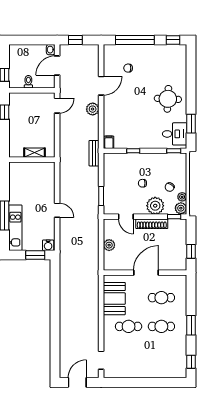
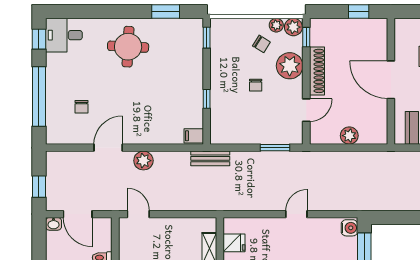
door: (101, 86) -> (108, 148), hinge flipped
desk: (175, 134) -> (64, 35), moved, turned -90
fridge: (38, 169) -> (234, 243), added

